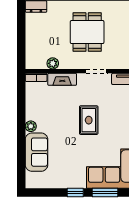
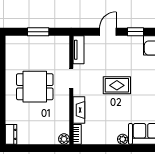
plant: (53, 63) -> (64, 139), moved

